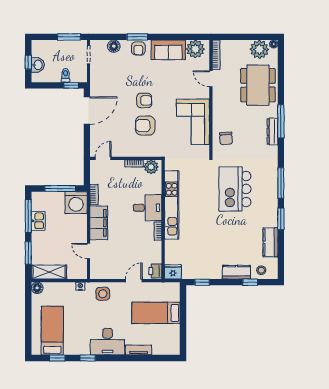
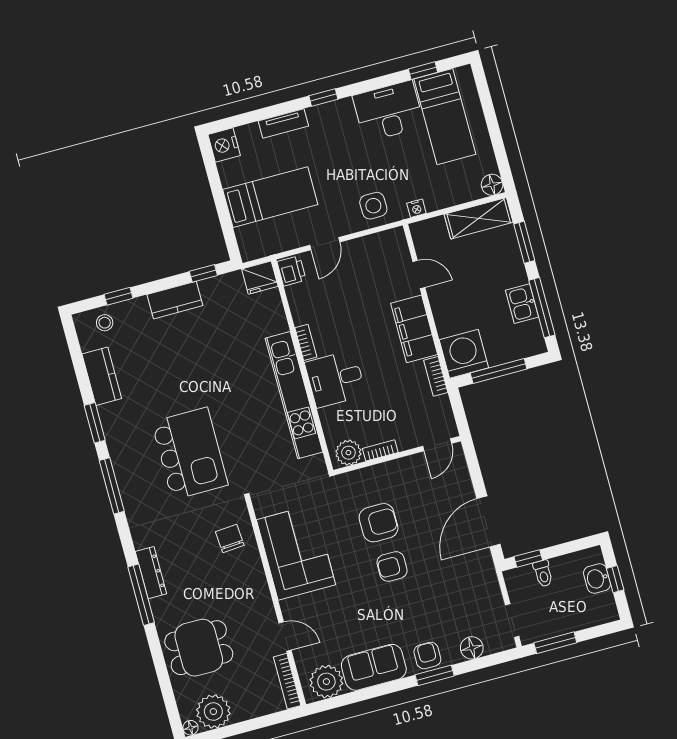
dining table: (258, 85) -> (199, 648), width x0.73
kitchen counter: (236, 272) -> (175, 300), moved
desk: (108, 342) -> (388, 111), moved
nightstand: (173, 347) -> (224, 145), added
window: (88, 358) -> (323, 97), moved

